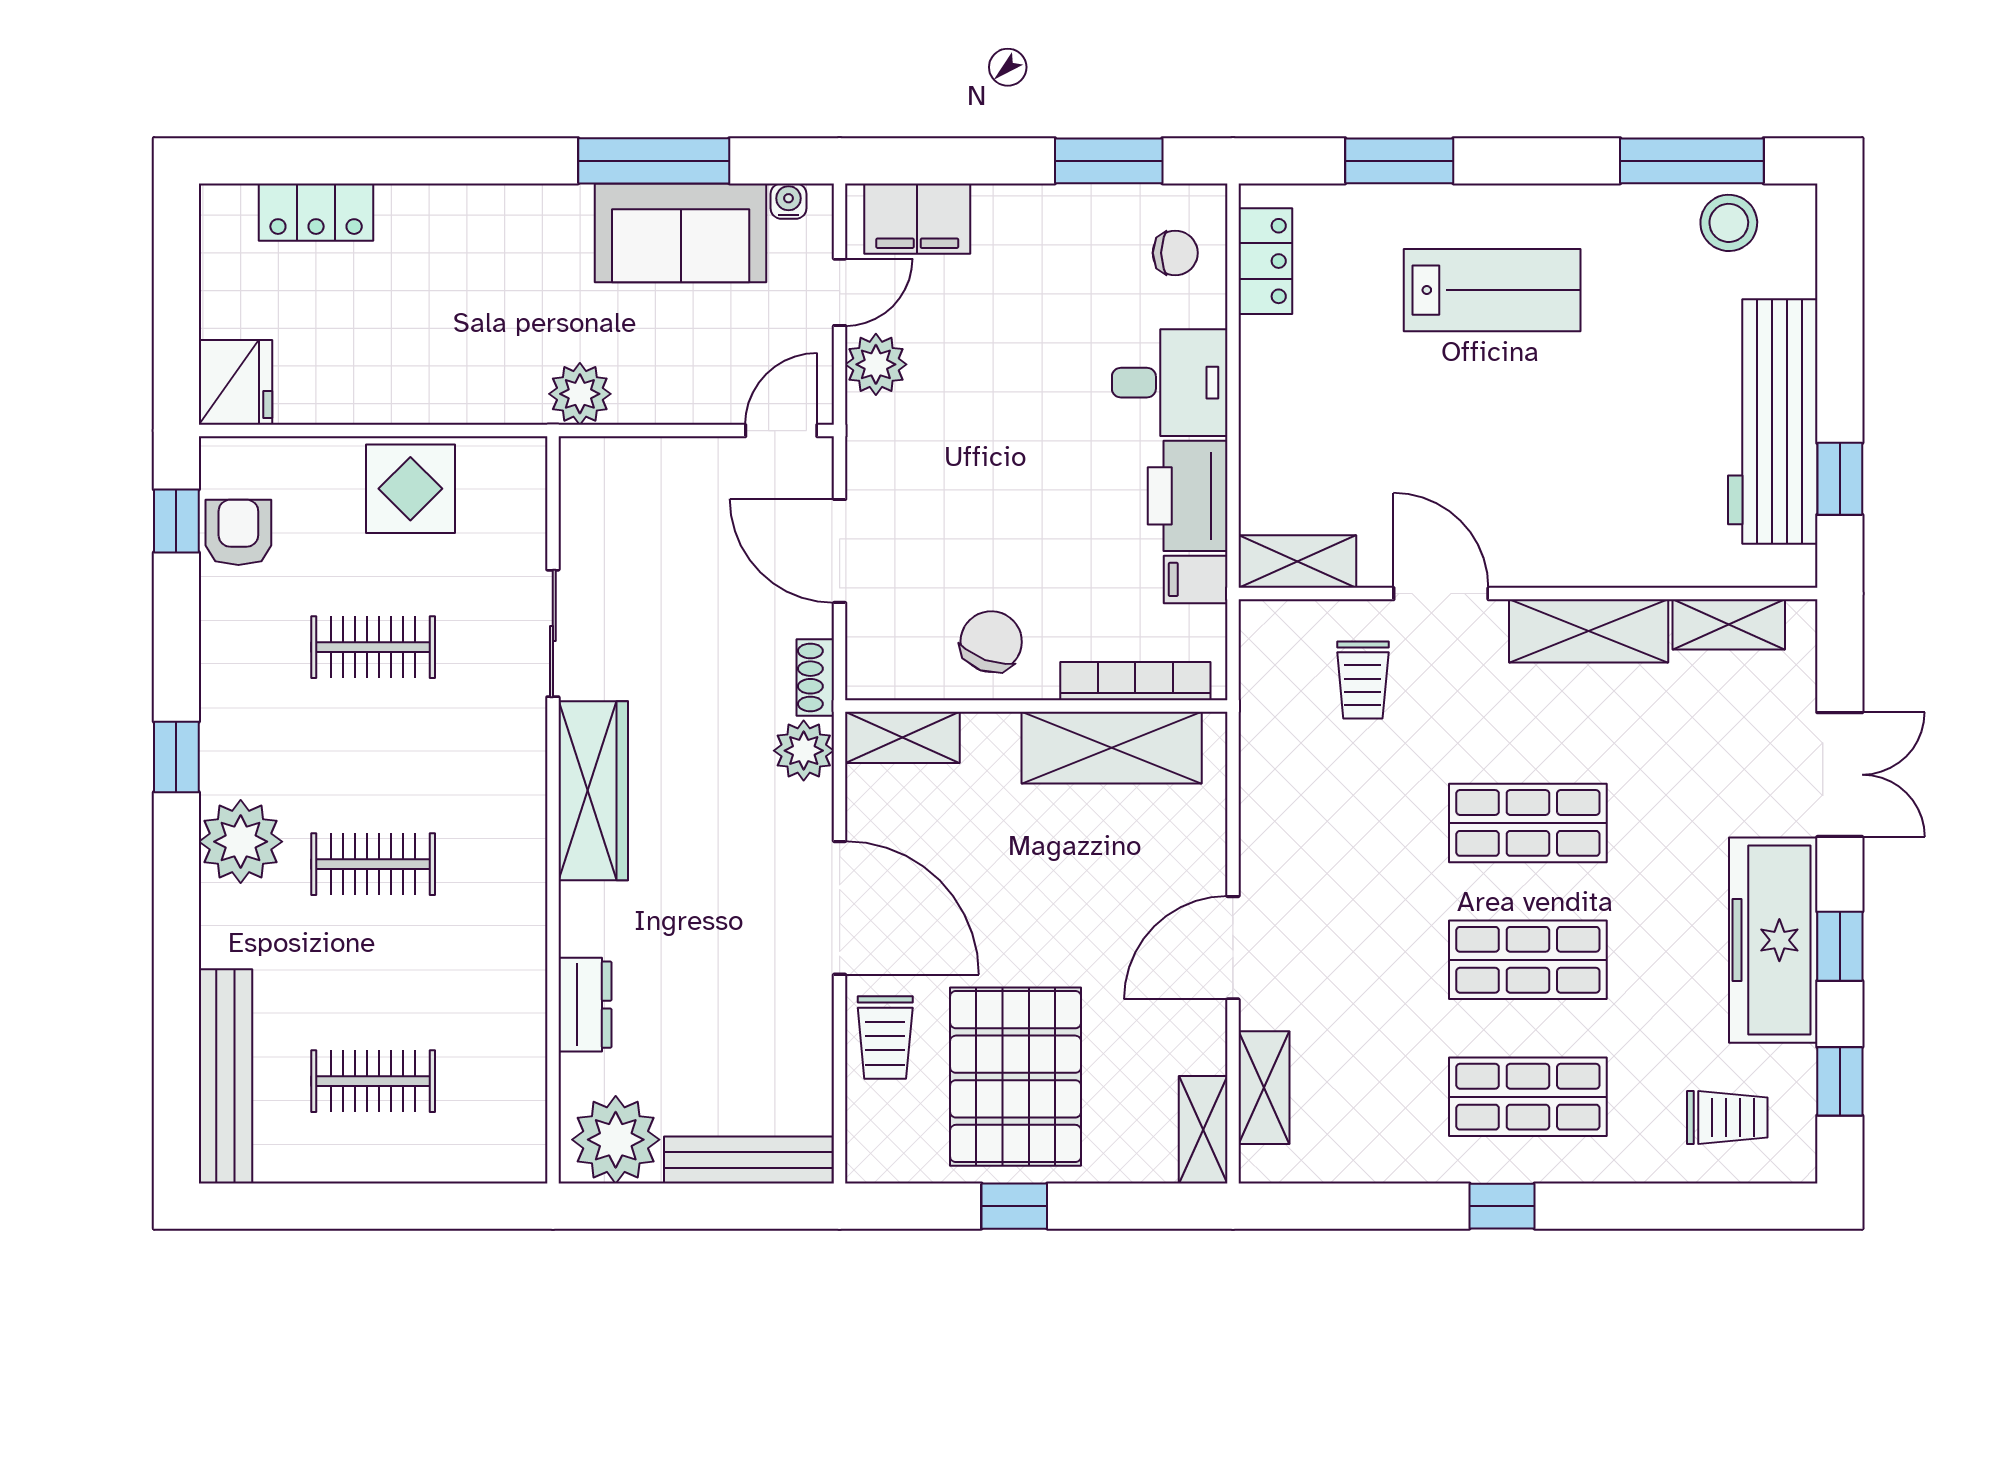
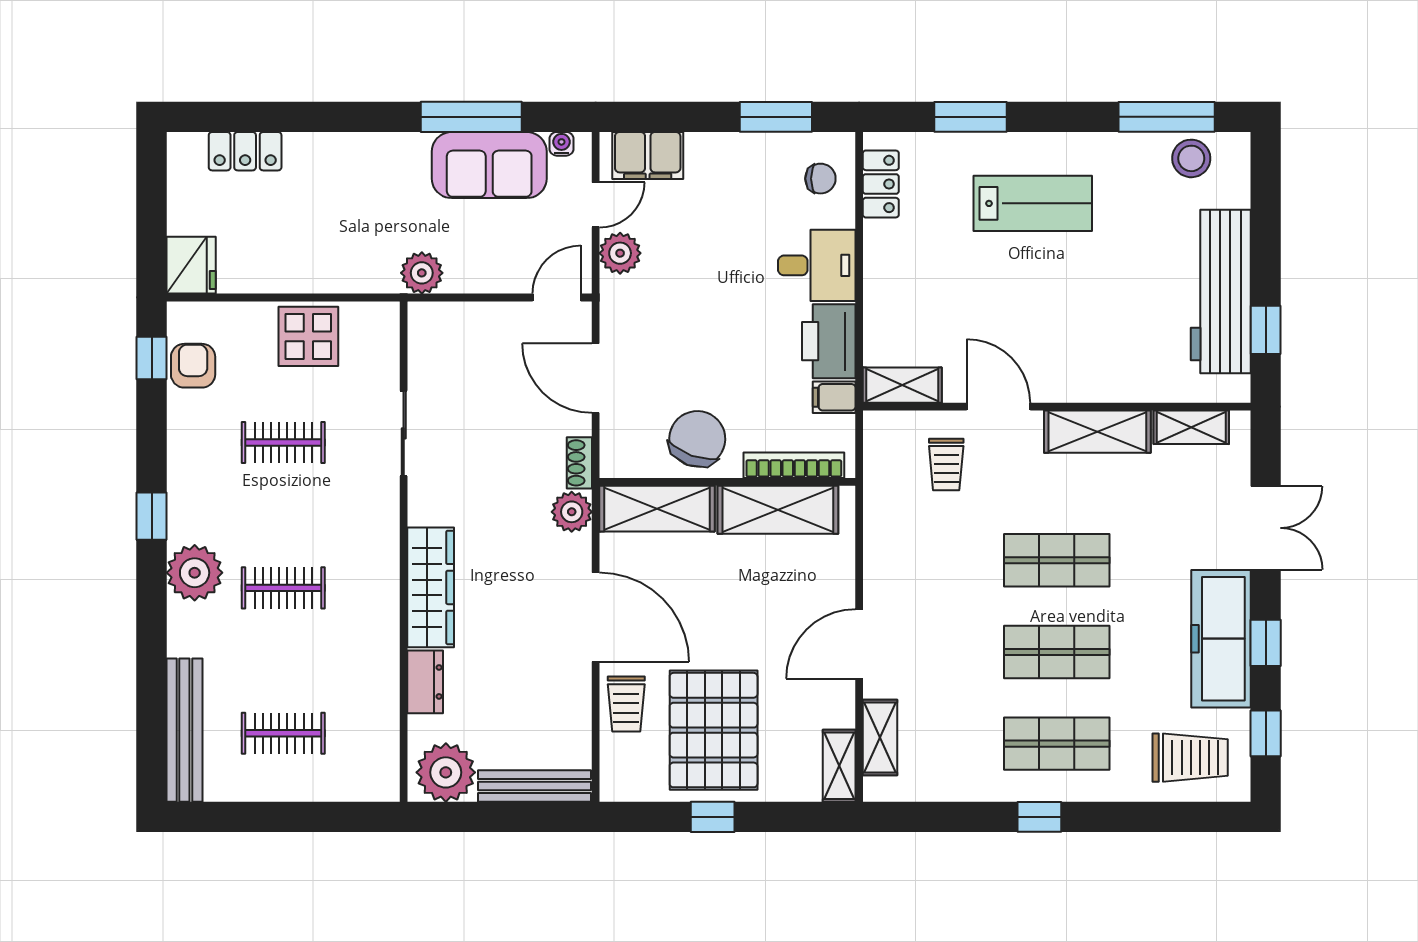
chair: (991, 642) -> (697, 439), width x1.37, depth x1.37
shelving: (902, 737) -> (657, 509), width x1.50, depth x1.33
wardrobe: (593, 791) -> (431, 587), moved
trolley: (1727, 1117) -> (1190, 758), width x1.36, depth x1.39

